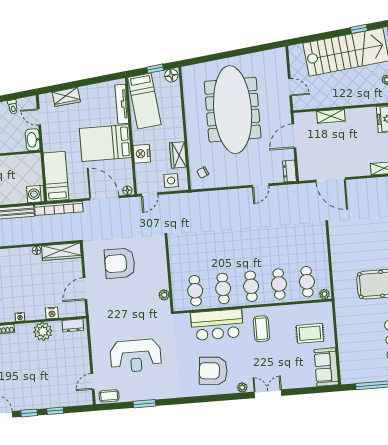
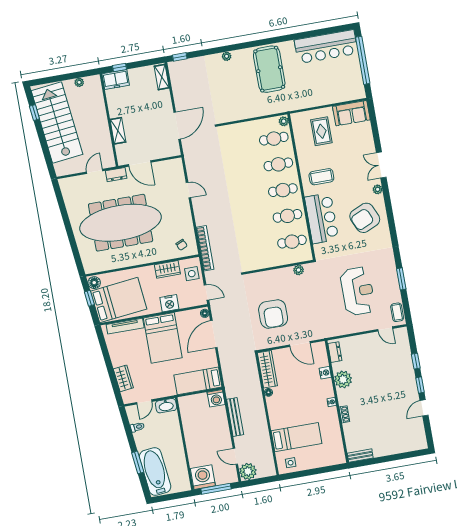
bed: (144, 101) -> (119, 300), width x1.50
dresser: (289, 171) -> (116, 175), moved
bookcase: (59, 208) -> (205, 248), moved
armchair: (213, 371) -> (365, 218), turned 61

